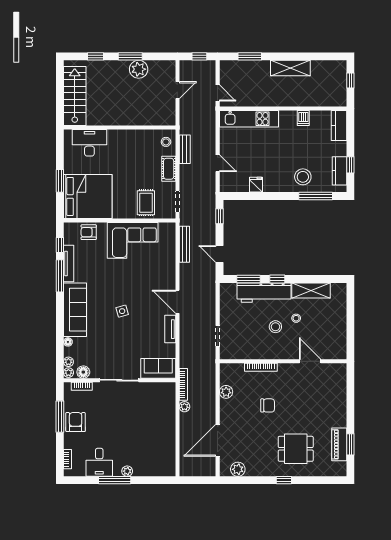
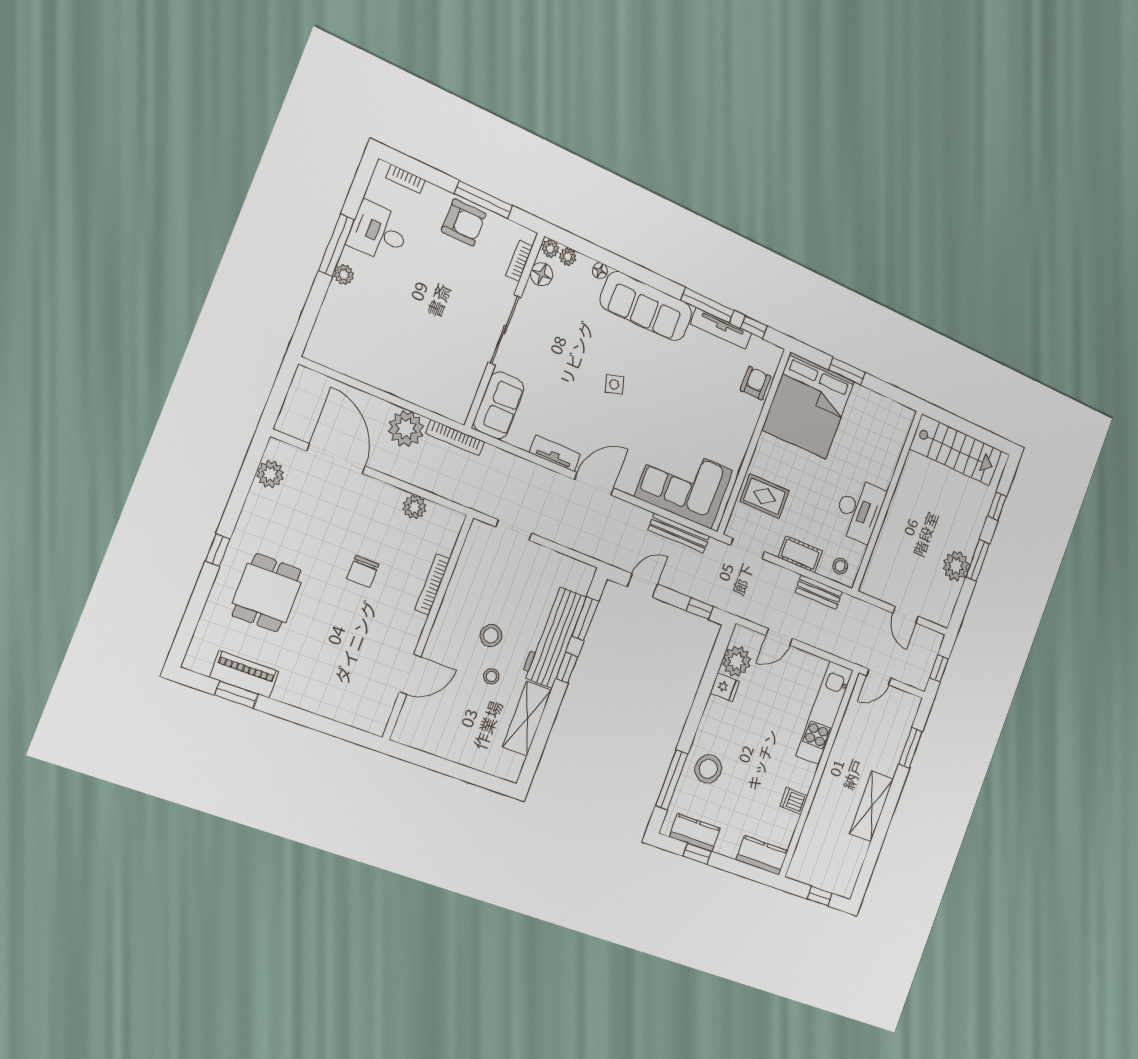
desk: (89, 143) -> (859, 510), moved
plant: (240, 183) -> (737, 661), added
corner sofa: (133, 240) -> (684, 483), moved, turned 90
plant: (184, 407) -> (406, 429), width x1.88, depth x1.88

